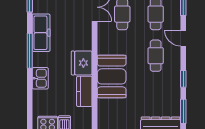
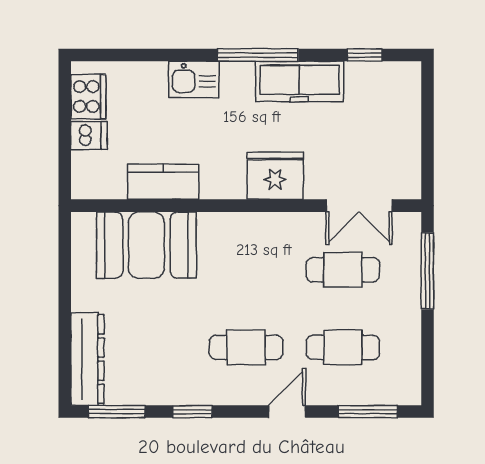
fridge: (82, 63) -> (275, 176), moved
booth: (112, 76) -> (146, 245), moved

